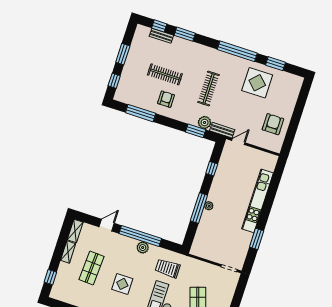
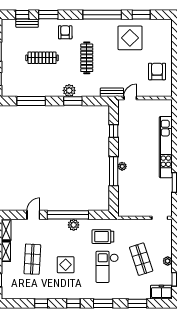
armchair: (166, 99) -> (65, 32), moved
plant: (205, 123) -> (69, 90), moved
window: (196, 131) -> (73, 101), moved

